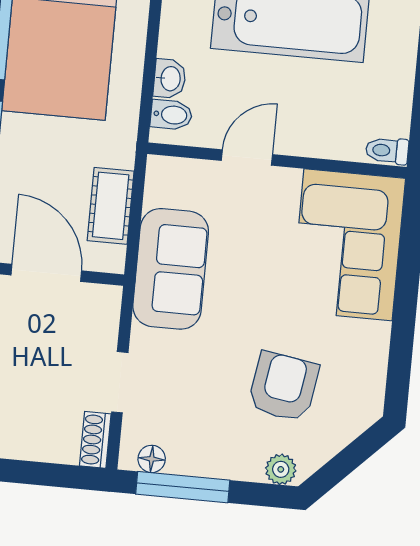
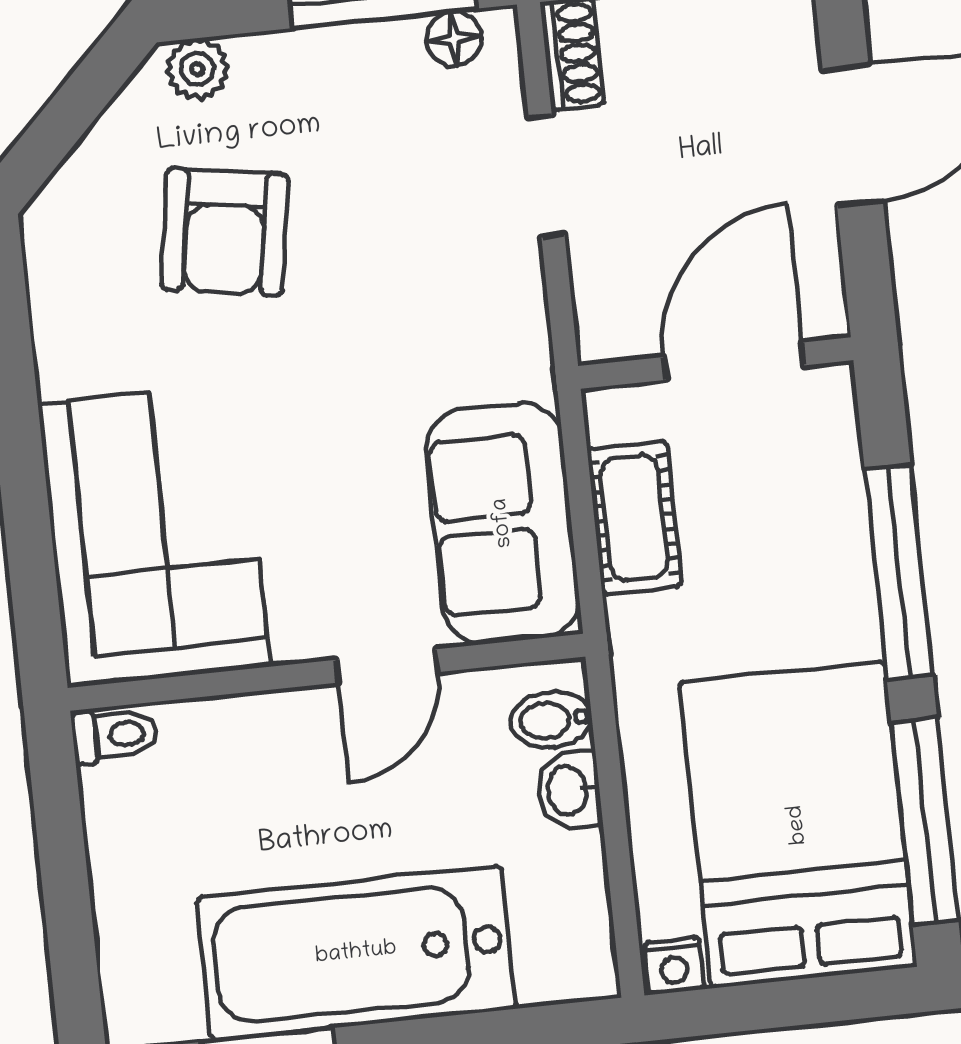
sofa: (171, 269) -> (503, 523), moved
door: (46, 273) -> (734, 361), swing flipped

